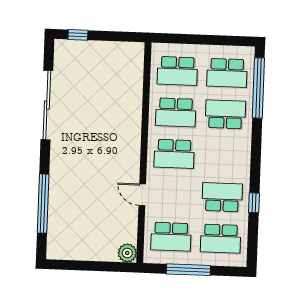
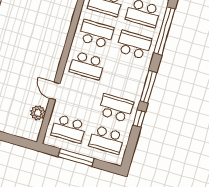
school desk: (176, 112) -> (96, 34), turned 180
window: (256, 161) -> (148, 87), added
plant: (127, 253) -> (38, 113), moved

